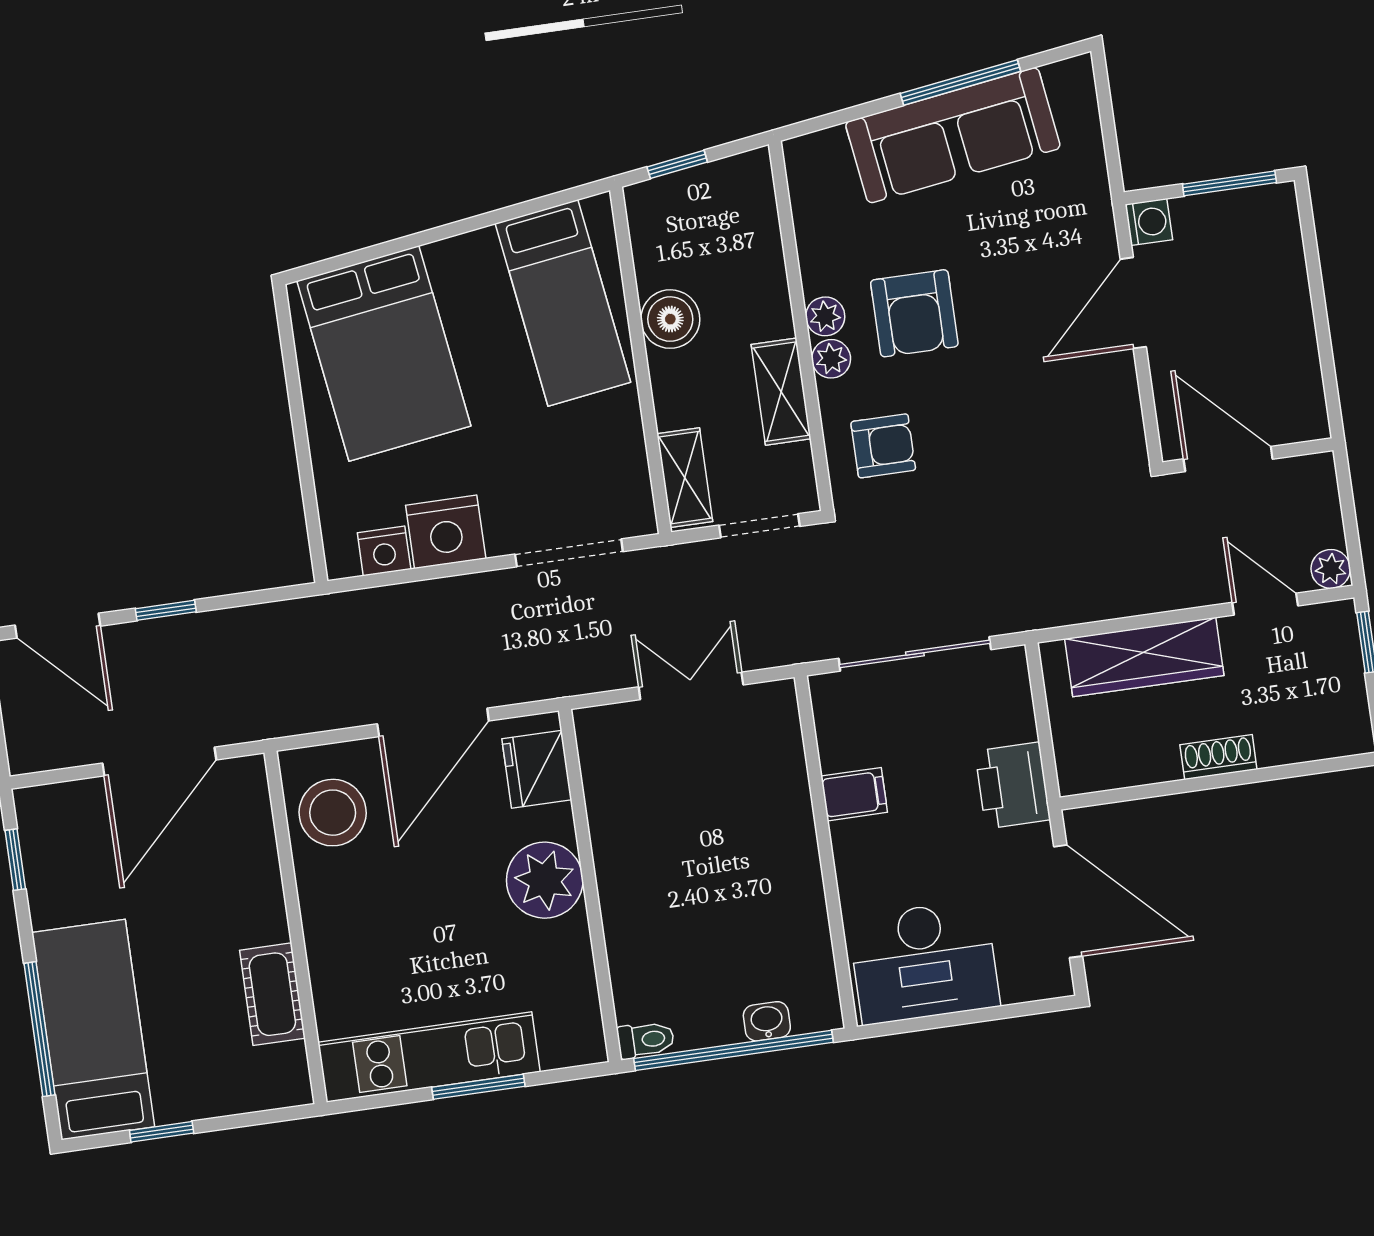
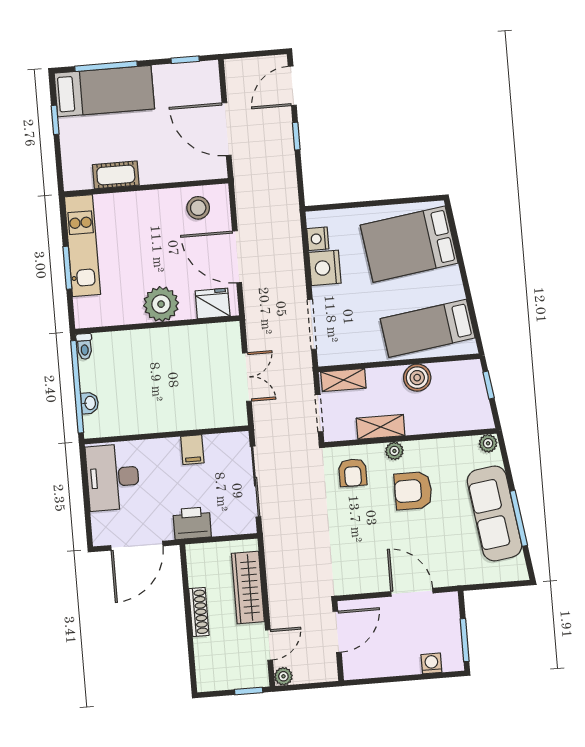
washing machine: (1149, 222) -> (431, 663), moved, turned 180
plant: (825, 316) -> (488, 443), moved
shoe rack: (1218, 757) -> (199, 612), width x1.43
stool: (333, 813) -> (198, 208), width x0.73, depth x0.73

